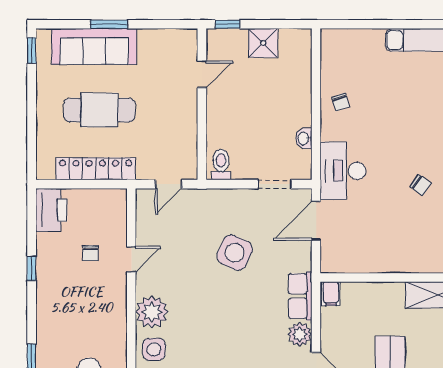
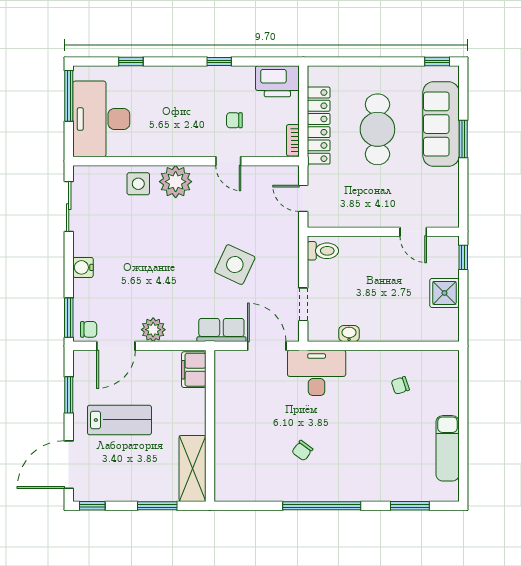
chair: (341, 102) -> (400, 385), moved
bookcase: (110, 195) -> (293, 140), added
filing cabinet: (331, 294) -> (194, 370), width x2.00
row of seats: (300, 296) -> (221, 330), moved

